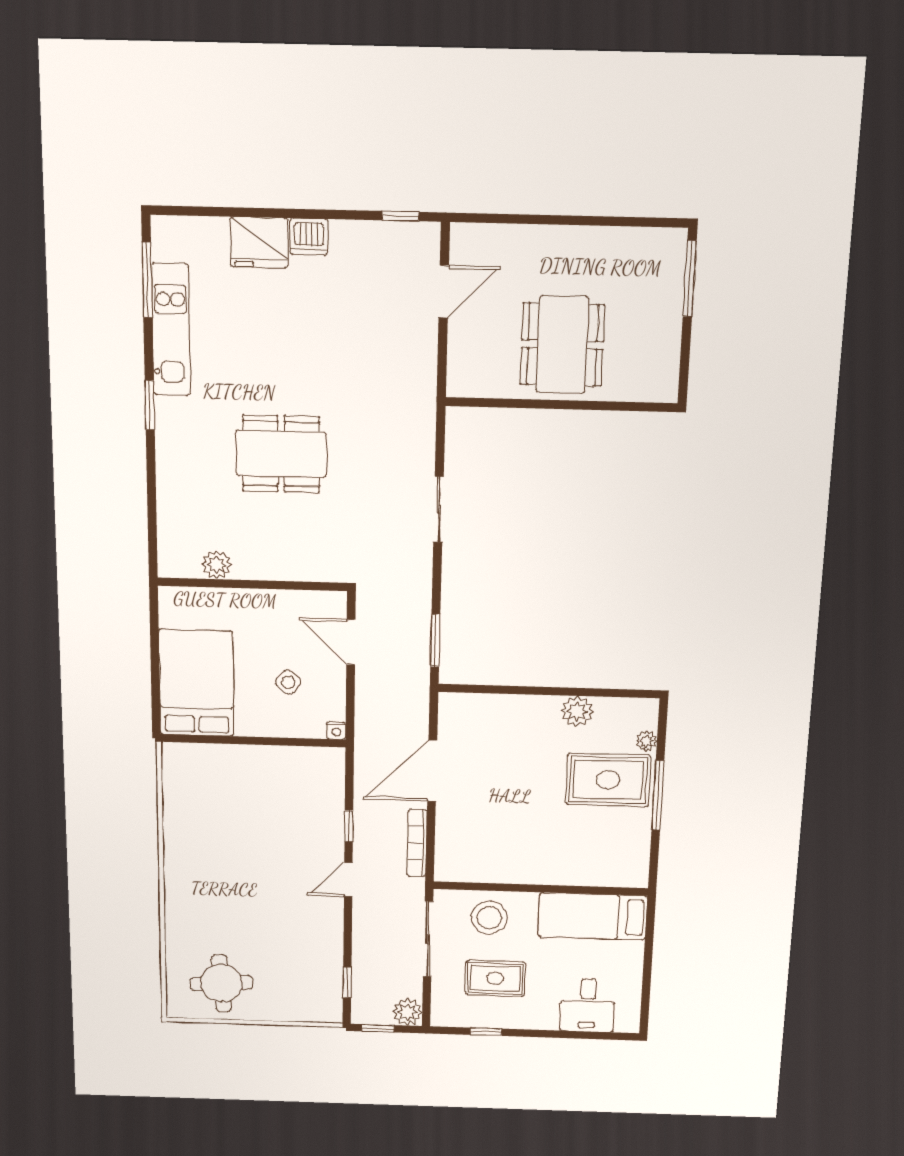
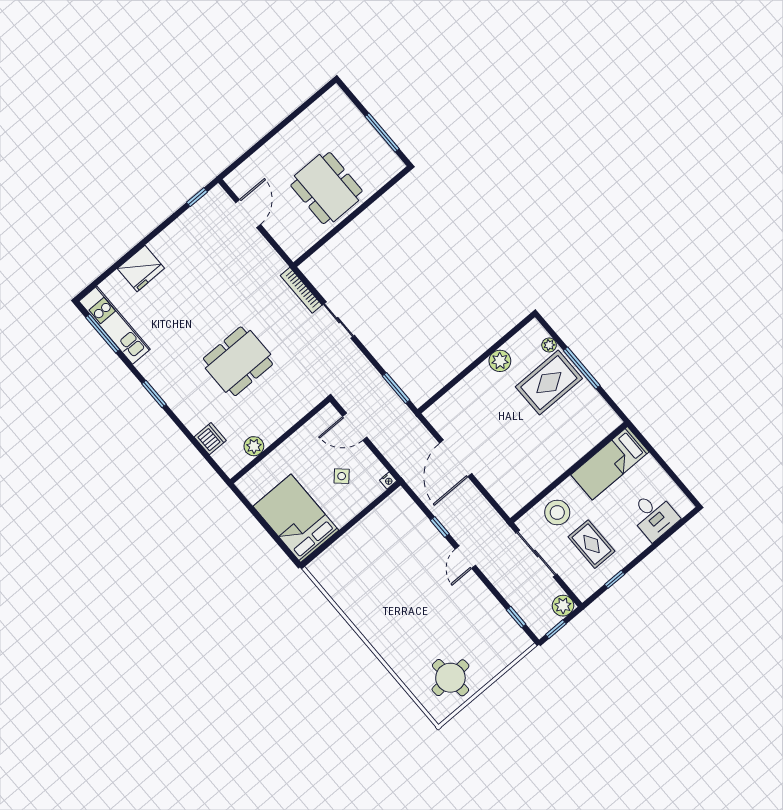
dishwasher: (309, 237) -> (210, 439), moved, turned -90
window: (690, 279) -> (382, 133), moved
kitchen unit: (171, 330) -> (115, 325), moved
bookcase: (417, 843) -> (301, 290), moved
rug: (495, 978) -> (591, 544), turned 90

